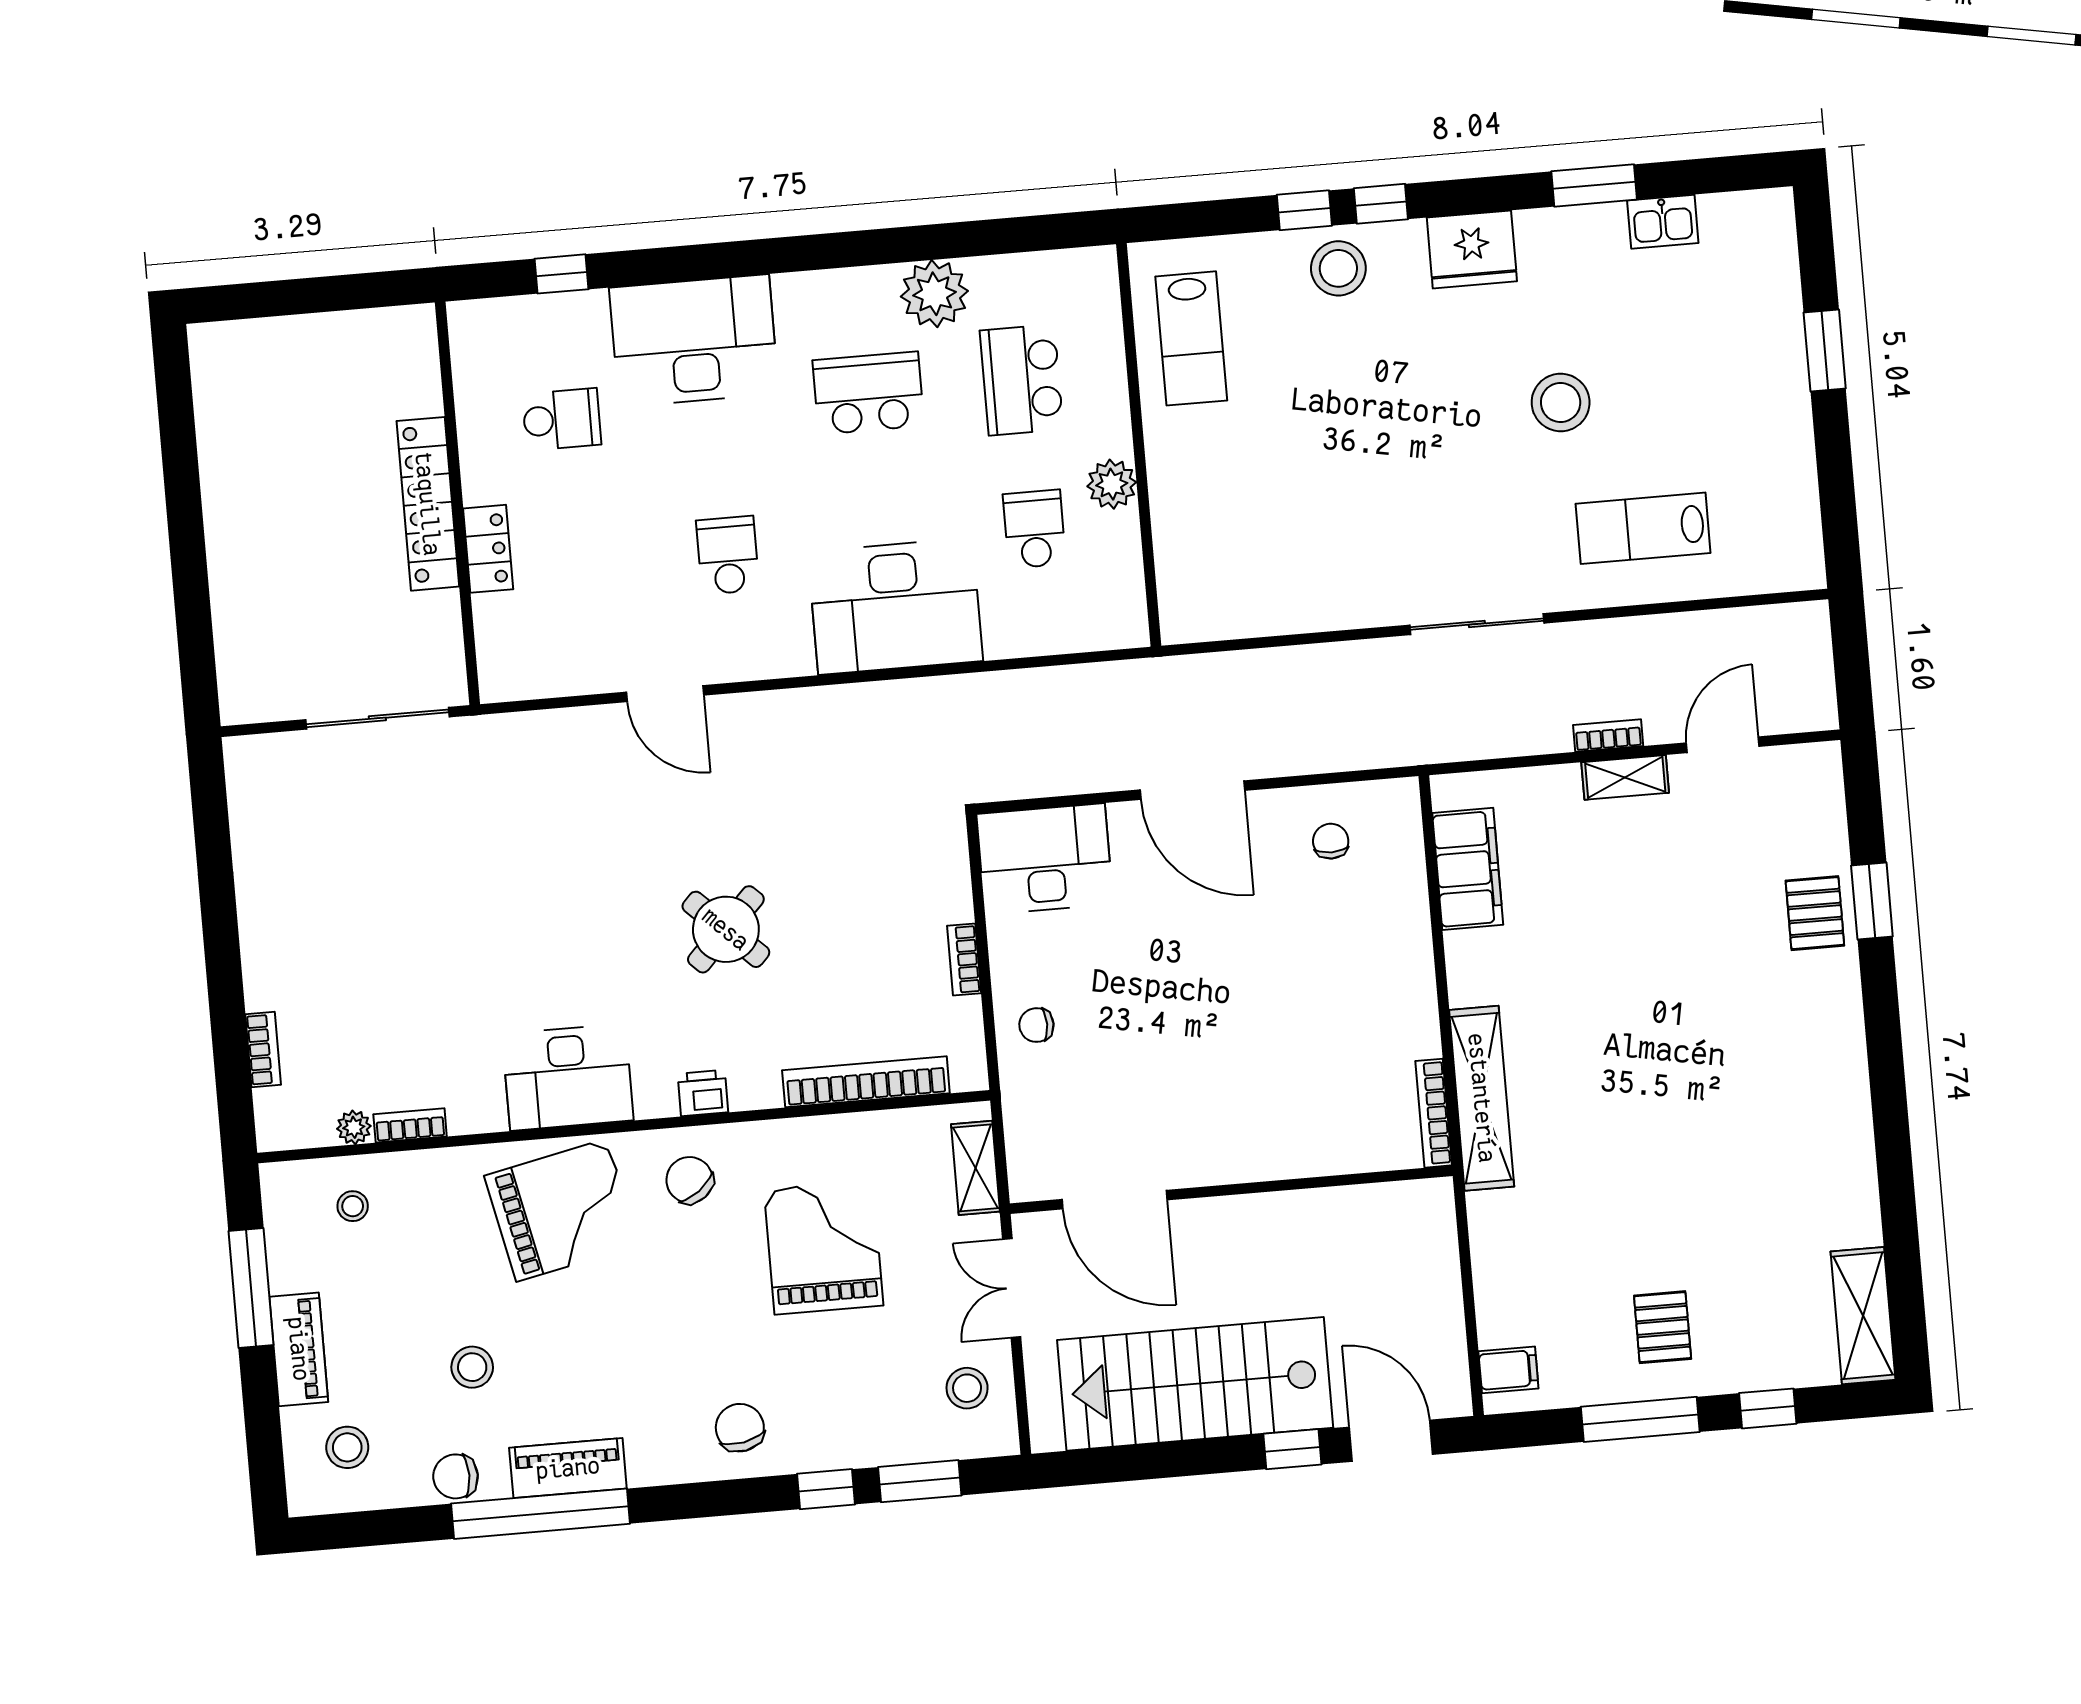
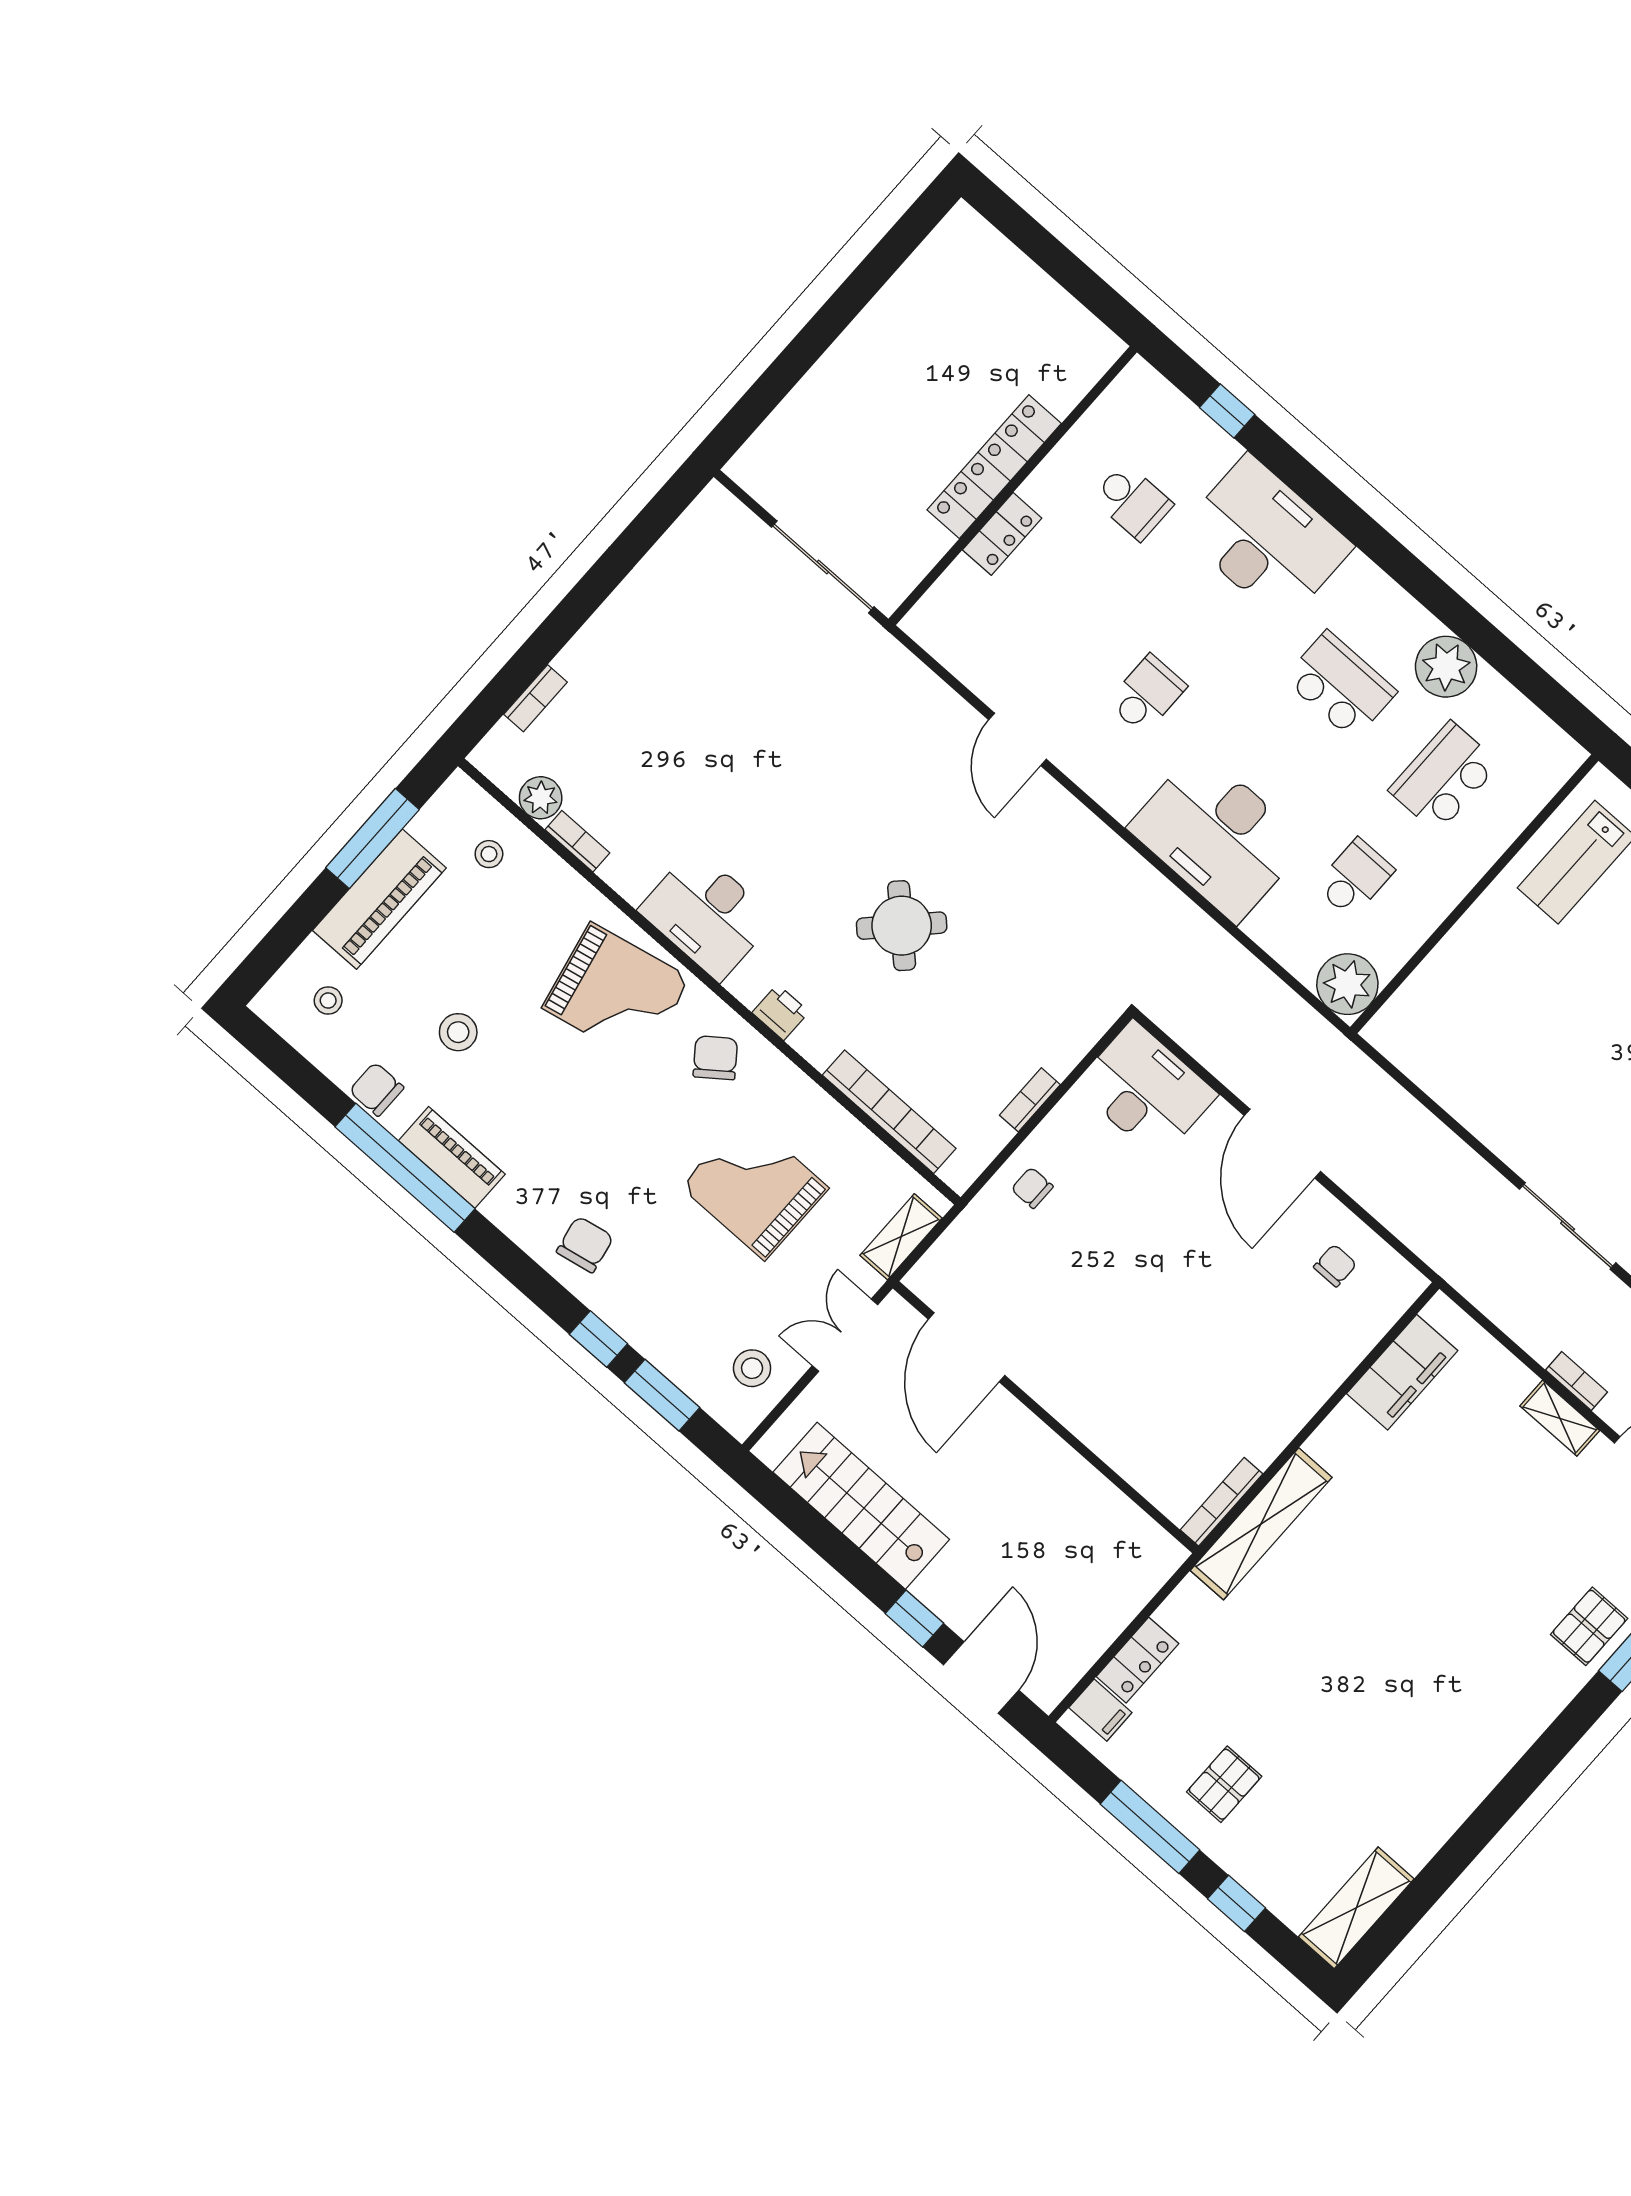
plant: (1112, 484) -> (1347, 984), moved, width x1.36, depth x1.36
plant: (354, 1127) -> (541, 798), width x1.38, depth x1.38
grand piano: (824, 1248) -> (755, 1187), turned -90
locker: (1497, 1302) -> (1137, 1660), added
piano: (299, 1349) -> (379, 899), width x1.37, depth x1.33
stairs: (1195, 1384) -> (861, 1506), width x0.73, depth x0.66
stool: (347, 1447) -> (328, 1000), width x0.73, depth x0.73

